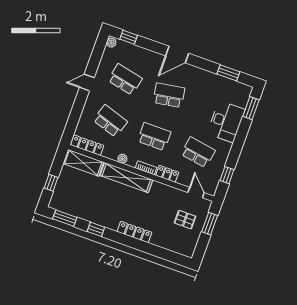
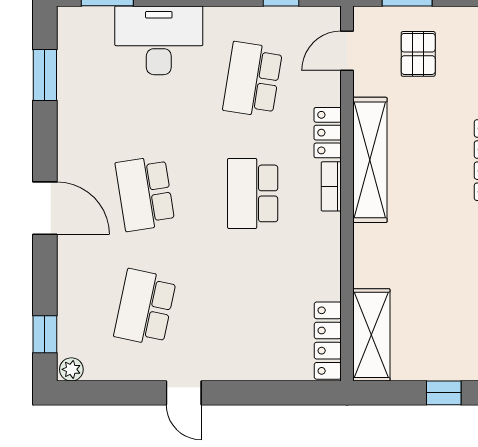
school desk: (110, 121) -> (253, 307), removed
plant: (122, 159) -> (330, 248), removed
shelving: (126, 178) -> (370, 160), moved

